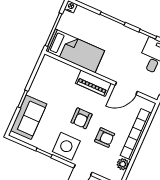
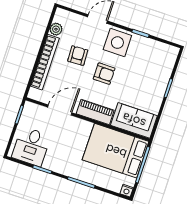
bed: (75, 51) -> (116, 151), width x1.50
sofa: (29, 117) -> (134, 120), moved, turned 90
armchair: (82, 118) -> (104, 74), turned 90
armchair: (105, 138) -> (78, 56), turned 87

